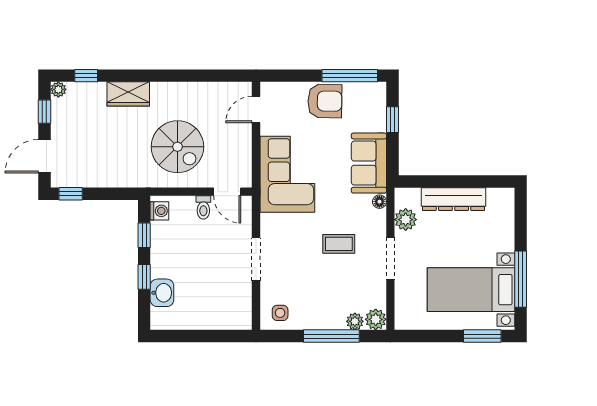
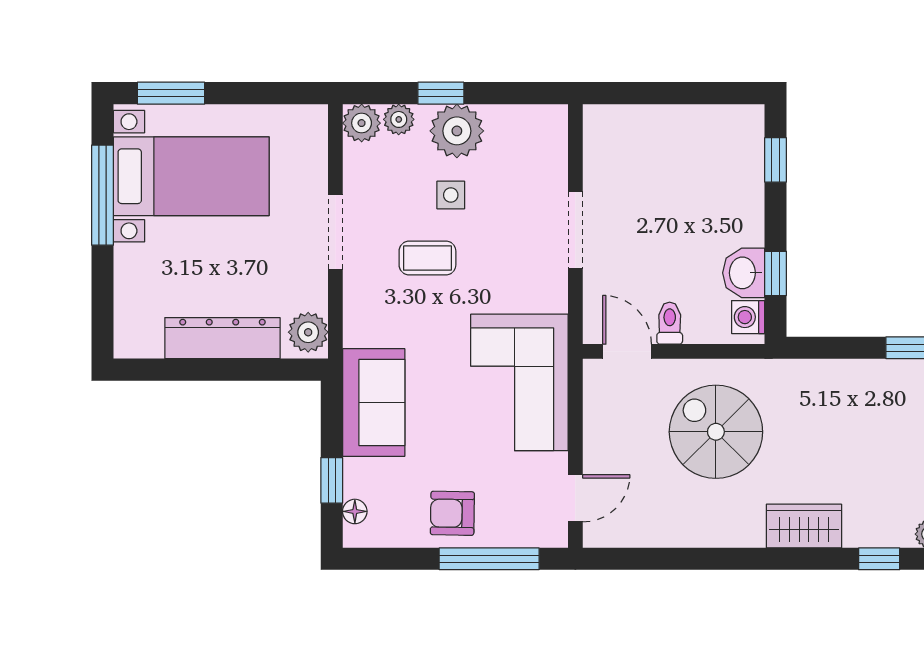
window: (350, 76) -> (489, 559), moved
armchair: (325, 101) -> (452, 513), width x0.72, depth x0.72
floor lamp: (379, 202) -> (355, 511), moved
plant: (406, 220) -> (308, 332), moved
window: (144, 277) -> (776, 160), moved
washbasin: (162, 293) -> (744, 273), moved
side table: (280, 313) -> (451, 195), moved
plant: (322, 315) -> (457, 131), added
window: (331, 336) -> (441, 93), width x0.46

